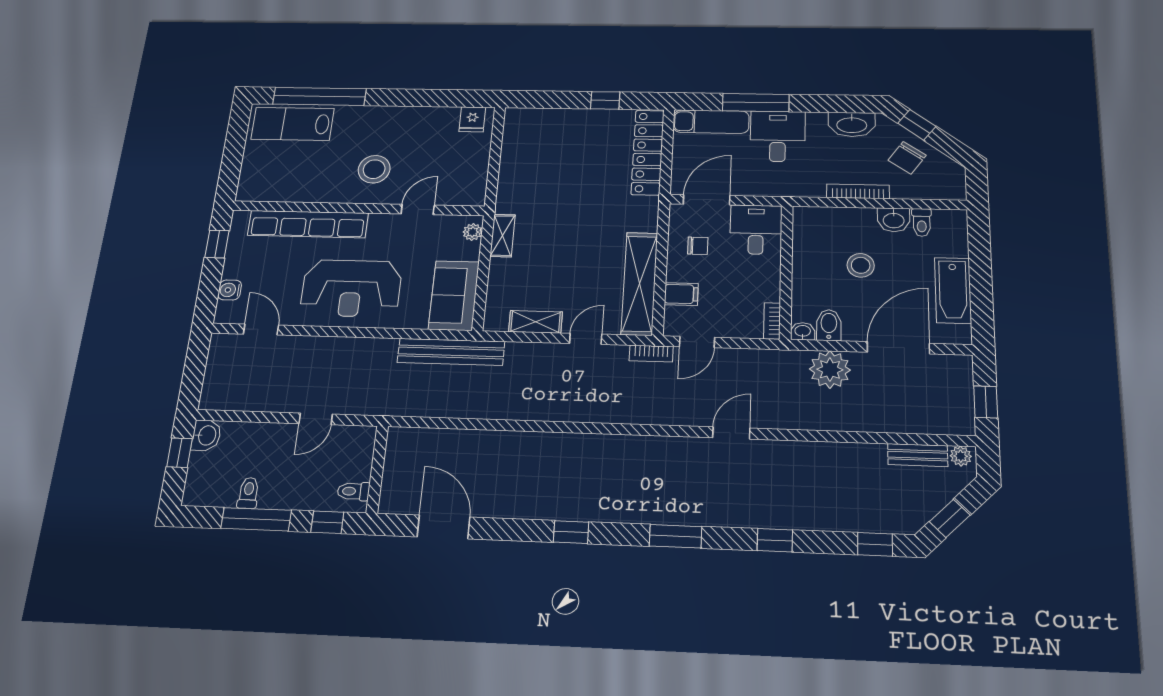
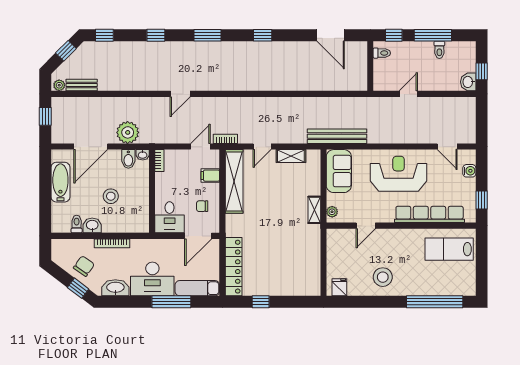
lab bench: (293, 124) -> (449, 249), moved, turned 180
desk: (778, 136) -> (152, 279), width x1.37
stool: (374, 169) -> (383, 277), moved

